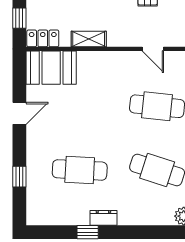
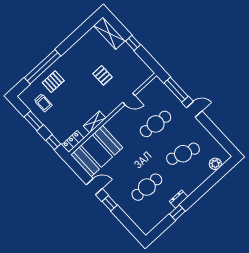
booth: (51, 68) -> (97, 151), width x1.36, depth x1.42
door: (19, 113) -> (94, 187), hinge flipped
window: (19, 177) -> (110, 203), moved

